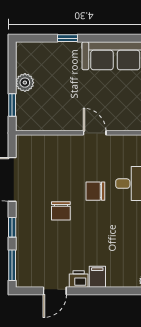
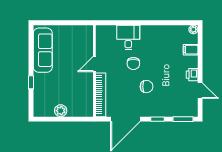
window: (12, 105) -> (76, 119), removed
bookcase: (49, 142) -> (101, 95), added
filing cabinet: (97, 277) -> (191, 50), moved

